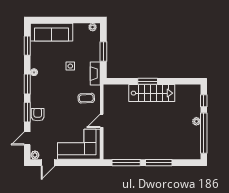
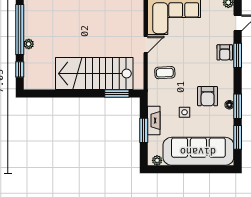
sofa: (52, 32) -> (198, 151), width x1.36, depth x1.27
fireplace: (95, 74) -> (154, 120), moved
armchair: (52, 79) -> (208, 96), added
window: (148, 81) -> (117, 94), moved
window: (27, 84) -> (238, 106), moved
stairs: (152, 93) -> (94, 74), width x1.36, depth x1.51

